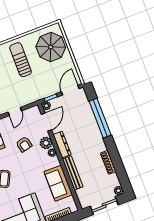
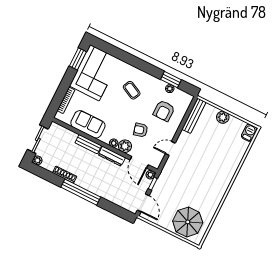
sun lounger: (20, 60) -> (202, 191), removed
door: (15, 111) -> (170, 148), hinge flipped
window: (100, 118) -> (81, 192), moved
bench: (73, 173) -> (88, 144), width x0.73

